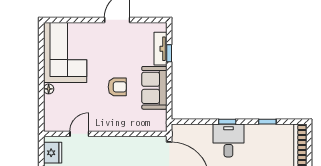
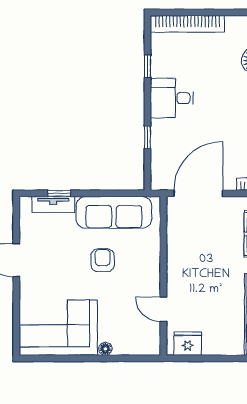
sofa: (154, 88) -> (114, 212), width x1.36
window: (227, 122) -> (148, 137), moved
desk: (228, 140) -> (172, 98), moved

